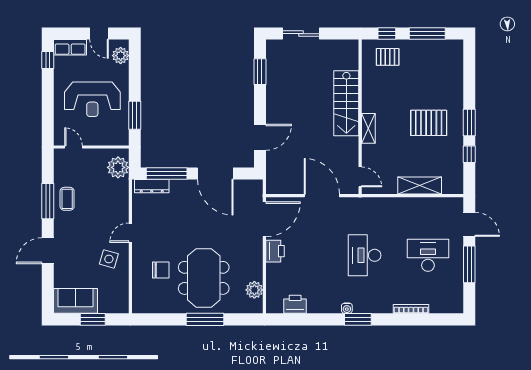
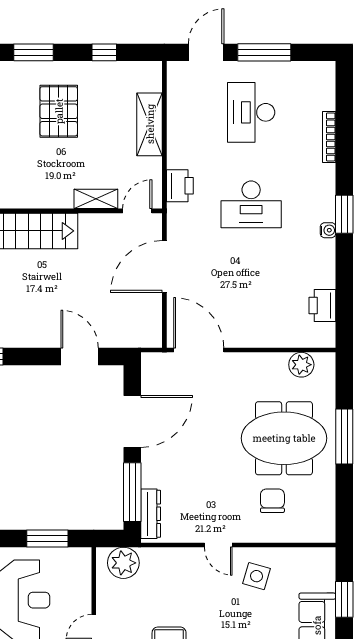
window: (469, 123) -> (34, 52), moved
shelving: (368, 128) -> (96, 199), moved
printer: (275, 251) -> (180, 186), moved, turned 90

